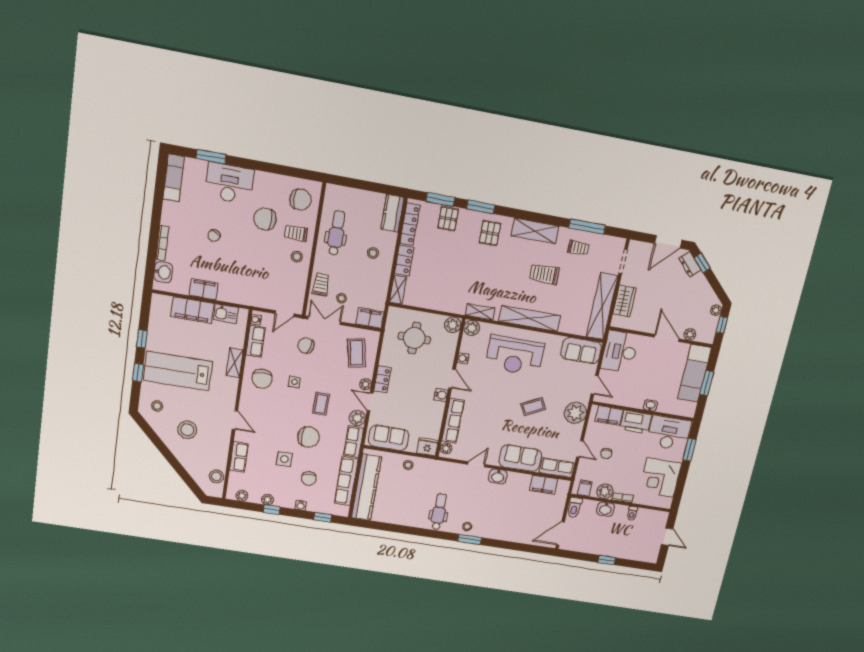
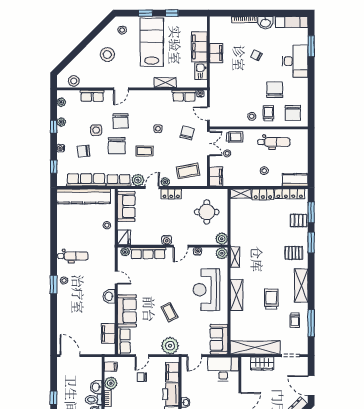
washbasin: (163, 272) -> (265, 23), moved
shelving: (529, 318) -> (236, 295), width x0.68
chair: (262, 379) -> (121, 121), moved, turned -90
toilet: (574, 507) -> (94, 400), moved

